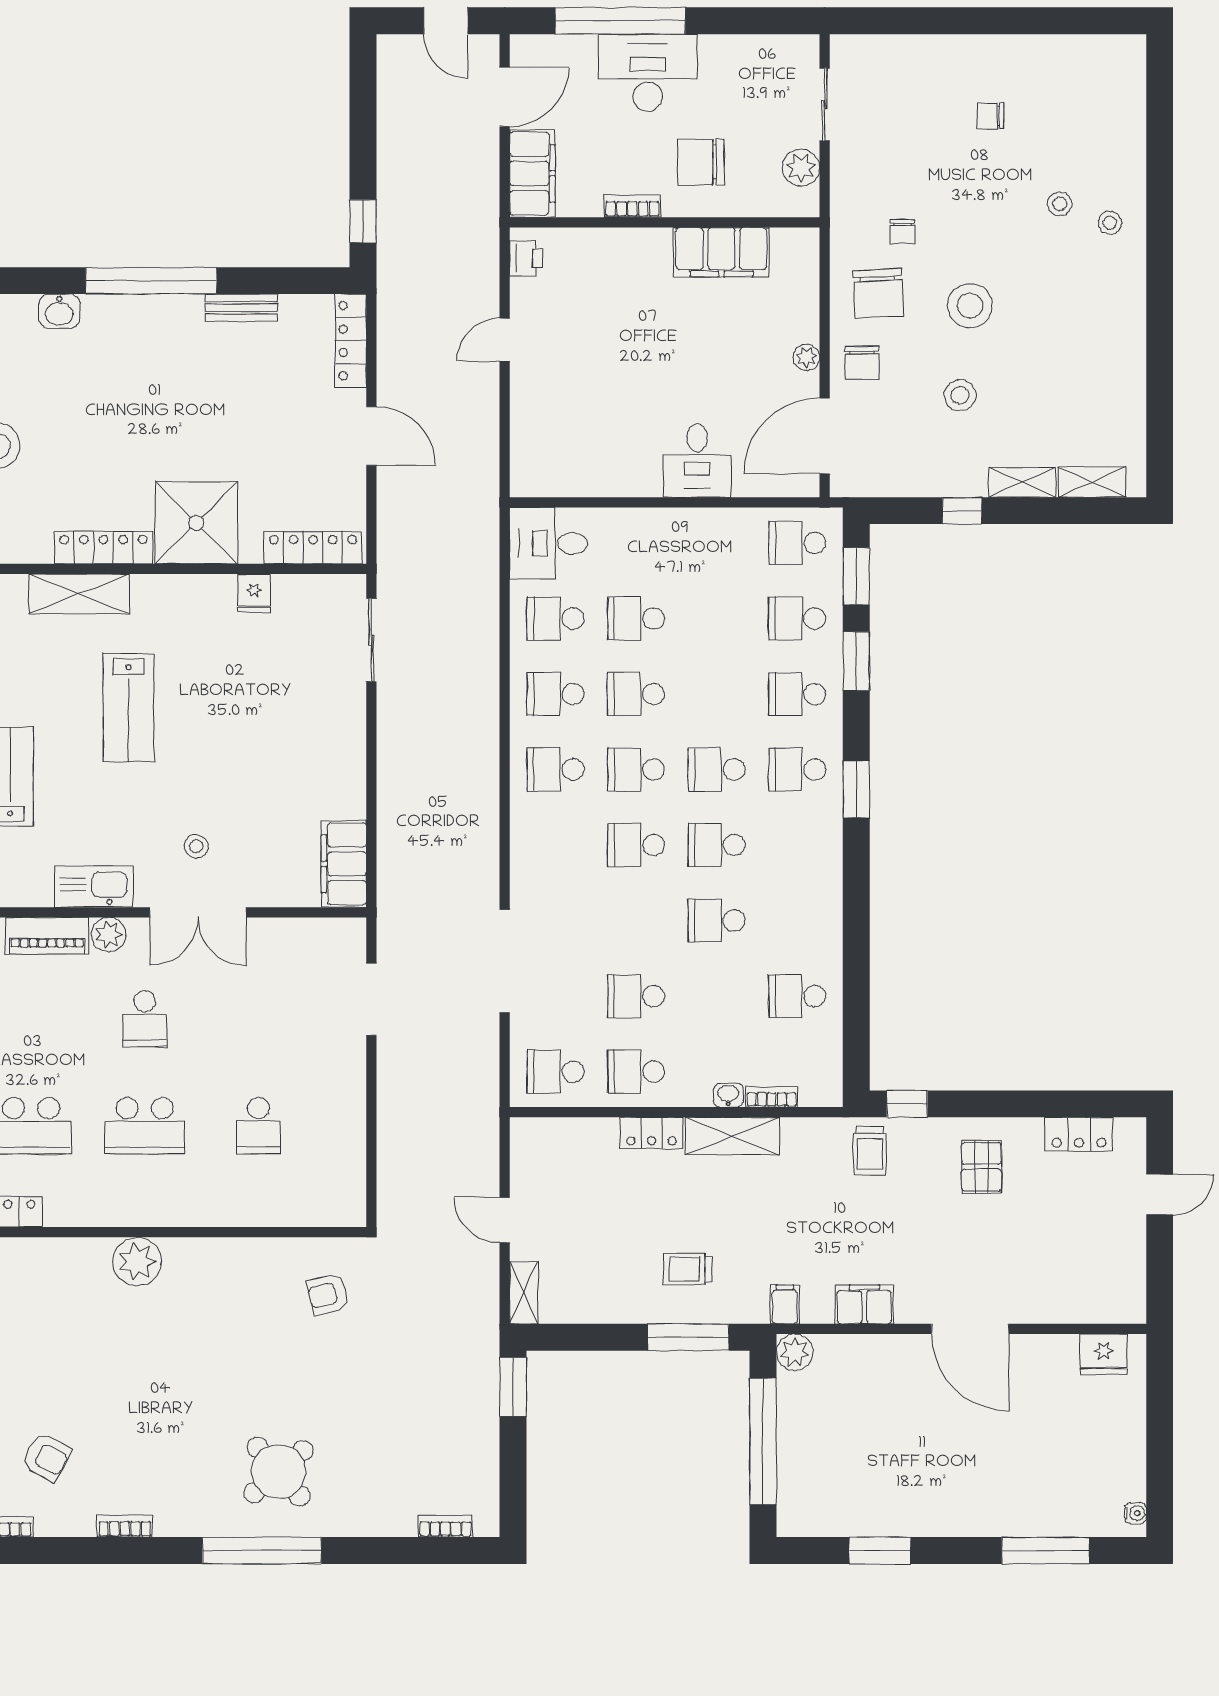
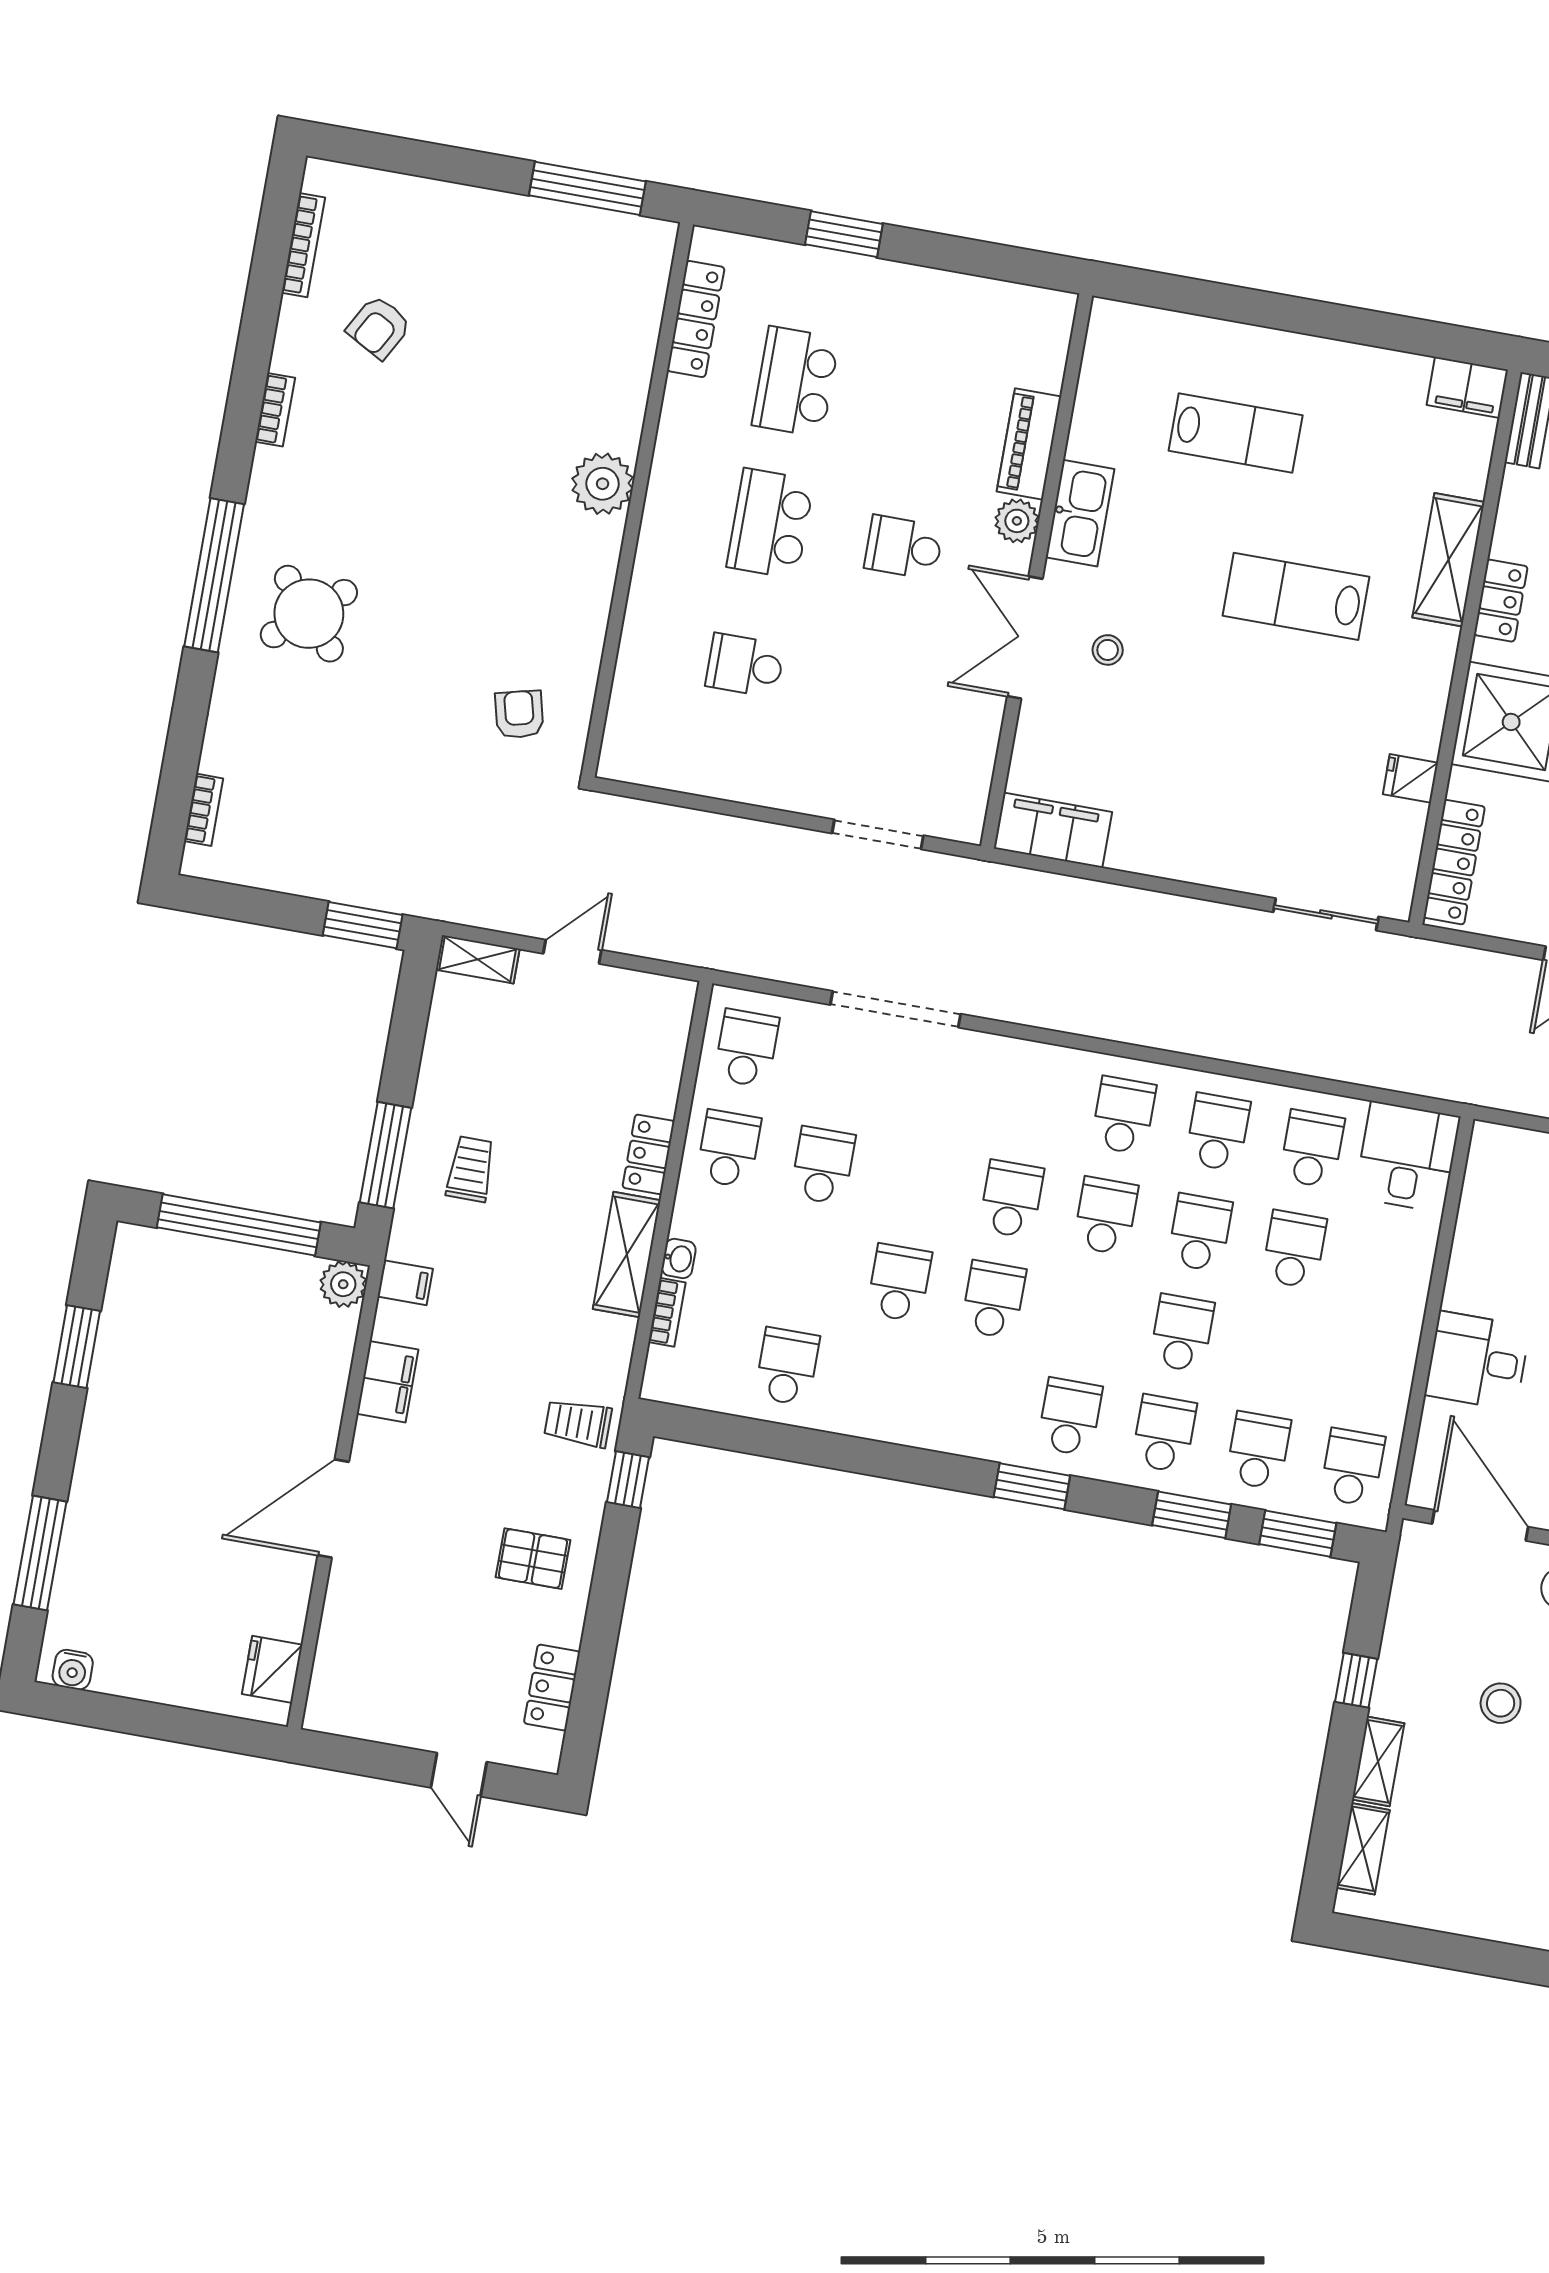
locker: (103, 548) -> (1501, 601), width x0.66
school desk: (717, 770) -> (1182, 1333), moved
water cooler: (1136, 1513) -> (73, 1670), width x1.38, depth x1.38

